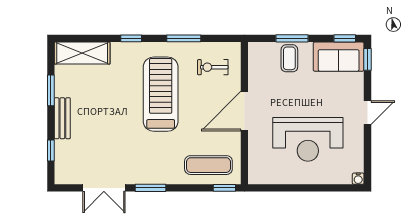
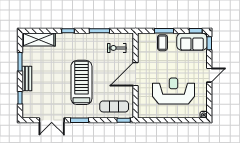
treadmill: (161, 94) -> (81, 82), moved
reception desk: (308, 139) -> (174, 91), turned 180

